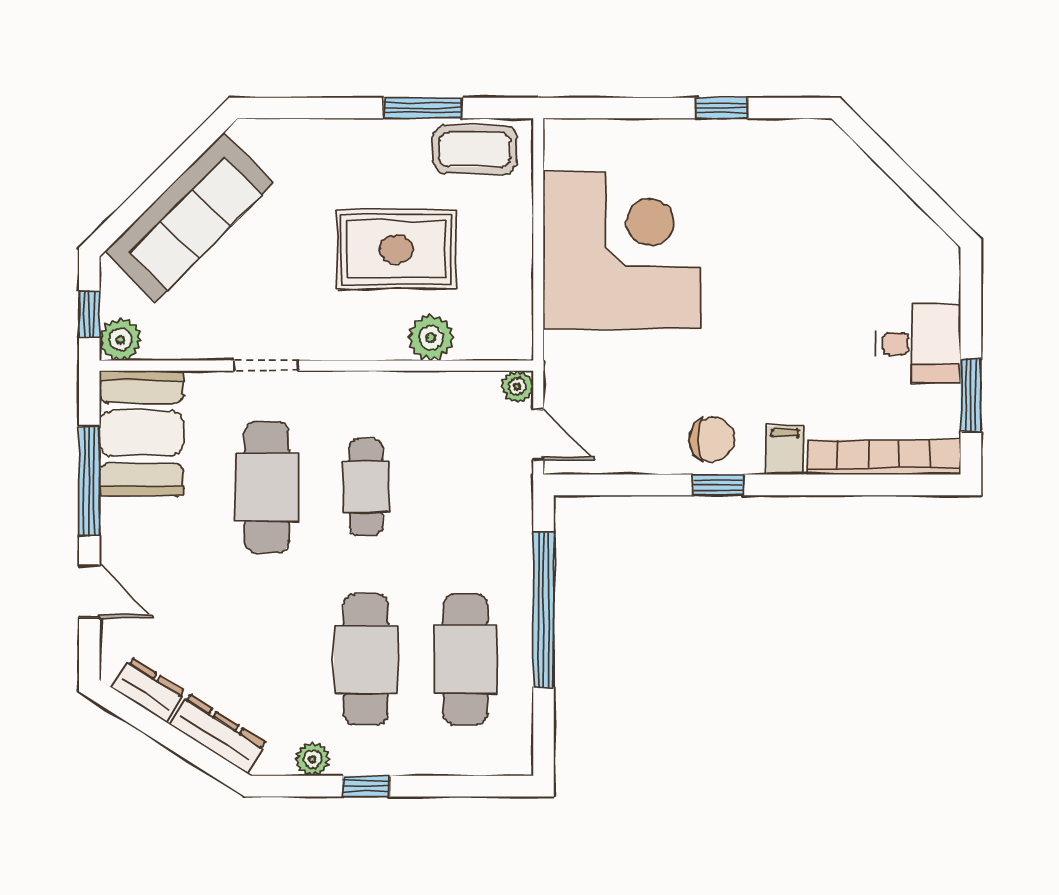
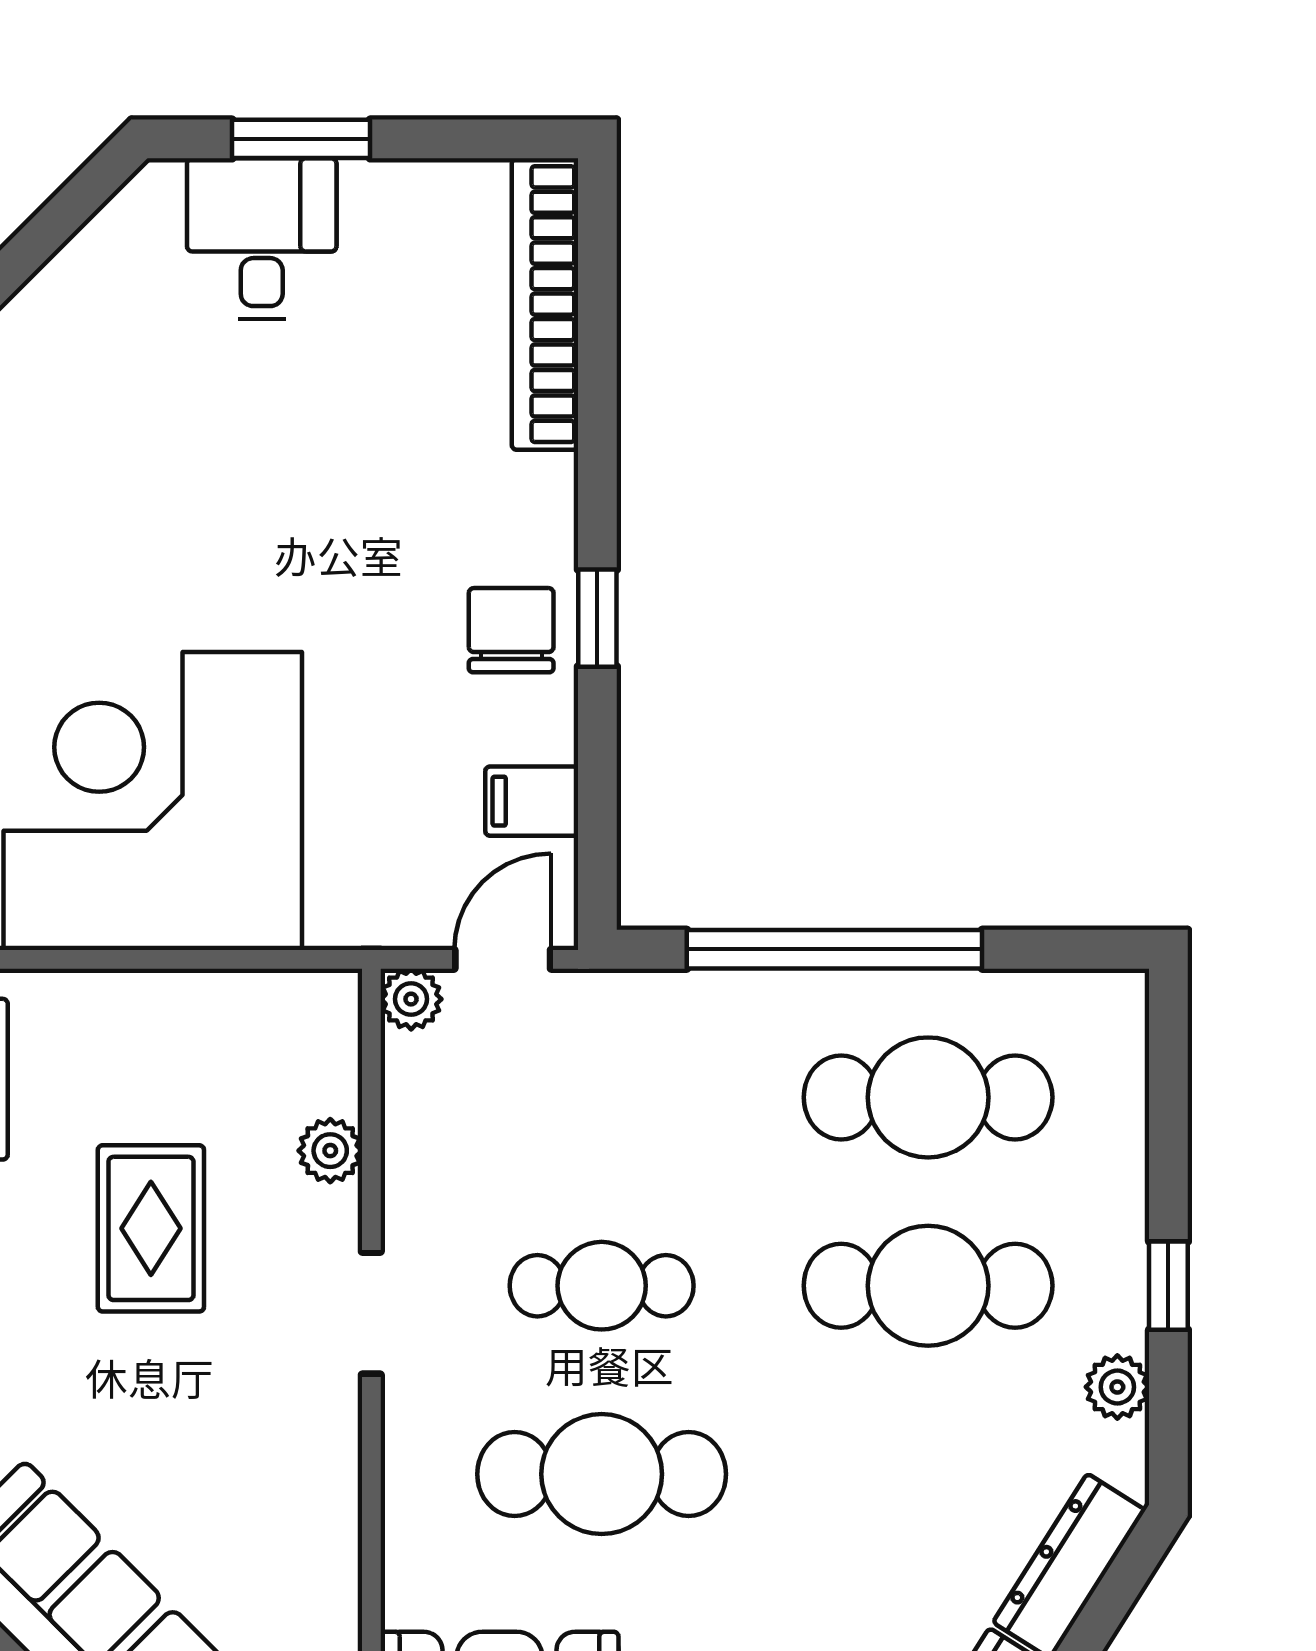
rug: (396, 249) -> (151, 1228), width x0.73, depth x0.70
plant: (431, 338) -> (330, 1151), width x0.73, depth x0.73
desk: (918, 344) -> (262, 239), moved
doorway: (266, 366) -> (371, 1313), moved
window: (971, 395) -> (301, 139), moved
filing cabinet: (785, 450) -> (532, 801), moved

